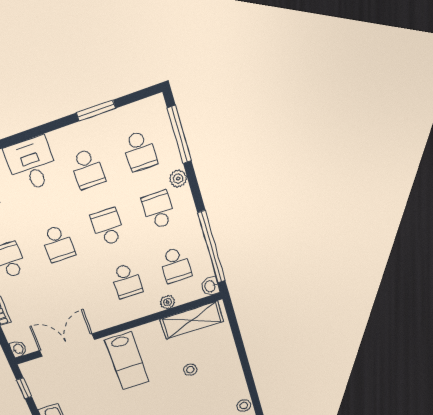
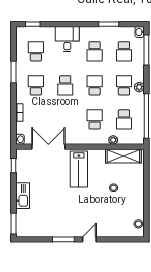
plant: (178, 179) -> (139, 87), moved
school desk: (127, 281) -> (95, 119), turned 180
washbasin: (210, 286) -> (140, 32), moved

